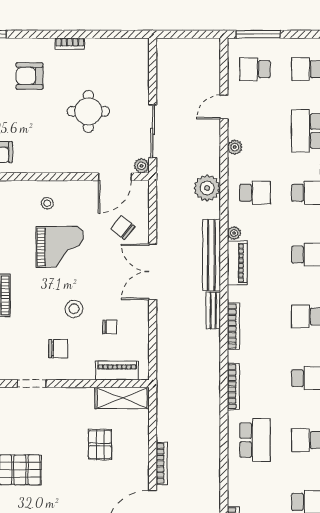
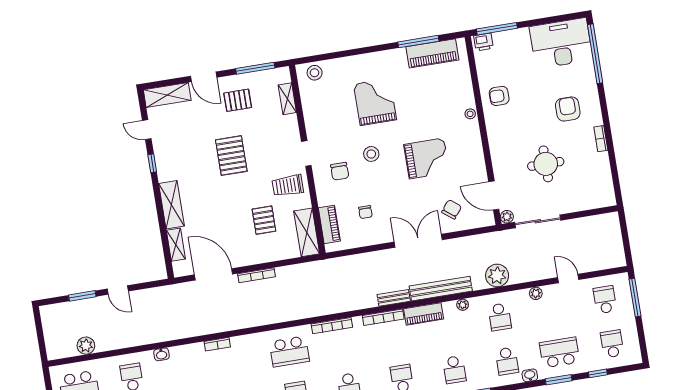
stool: (47, 203) -> (470, 114), moved
grand piano: (60, 247) -> (427, 159), turned -90
piano: (237, 263) -> (424, 314), moved
stool: (74, 309) -> (371, 154), moved
trolley: (65, 411) -> (288, 186), added
pallet: (100, 445) -> (264, 220), turned 90

